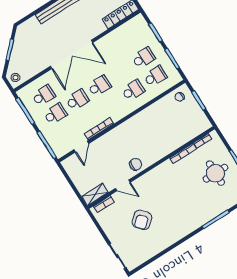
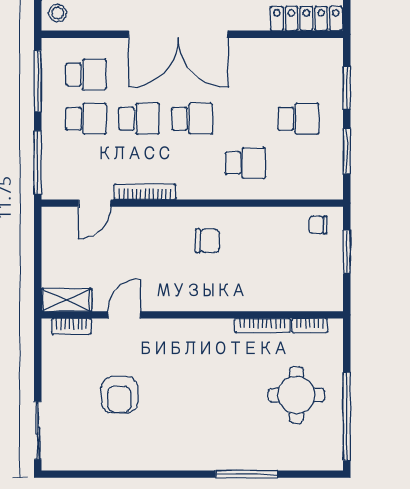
school desk: (155, 76) -> (298, 163), removed
chair: (136, 164) -> (207, 241), moved
door: (123, 185) -> (124, 315), swing flipped
armchair: (142, 220) -> (119, 395), turned -49

